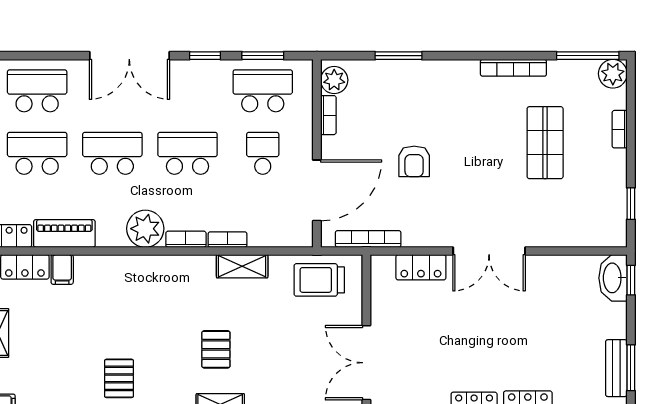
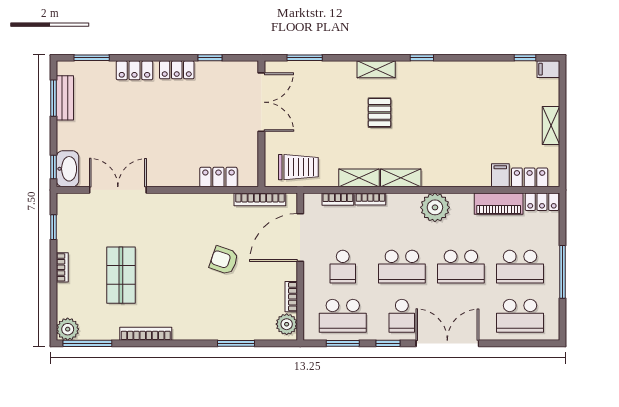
school desk: (188, 91) -> (402, 316), added
bookcase: (620, 129) -> (62, 267), moved
armchair: (414, 161) -> (224, 260), turned -71
bookcase: (186, 239) -> (338, 199), moved
double door: (489, 251) -> (118, 190), moved
shelving: (189, 266) -> (401, 178), added
pallet: (119, 378) -> (456, 90), removed

